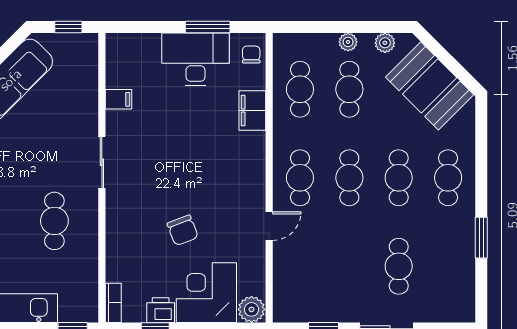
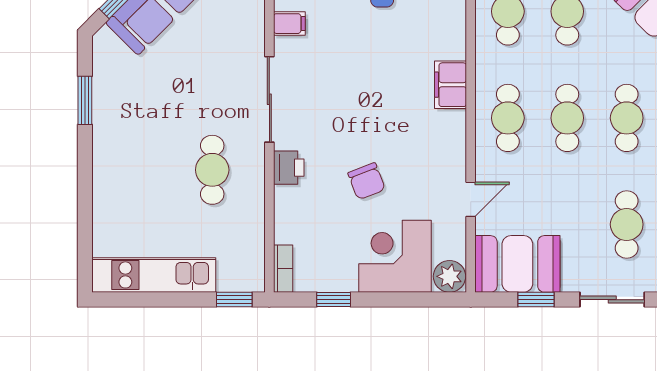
filing cabinet: (252, 111) -> (451, 85), moved
sliding door: (102, 162) -> (269, 99), width x1.37
door: (269, 226) -> (471, 199), moved
booth: (308, 299) -> (517, 264), added
printer: (161, 310) -> (289, 168), moved, turned 90

